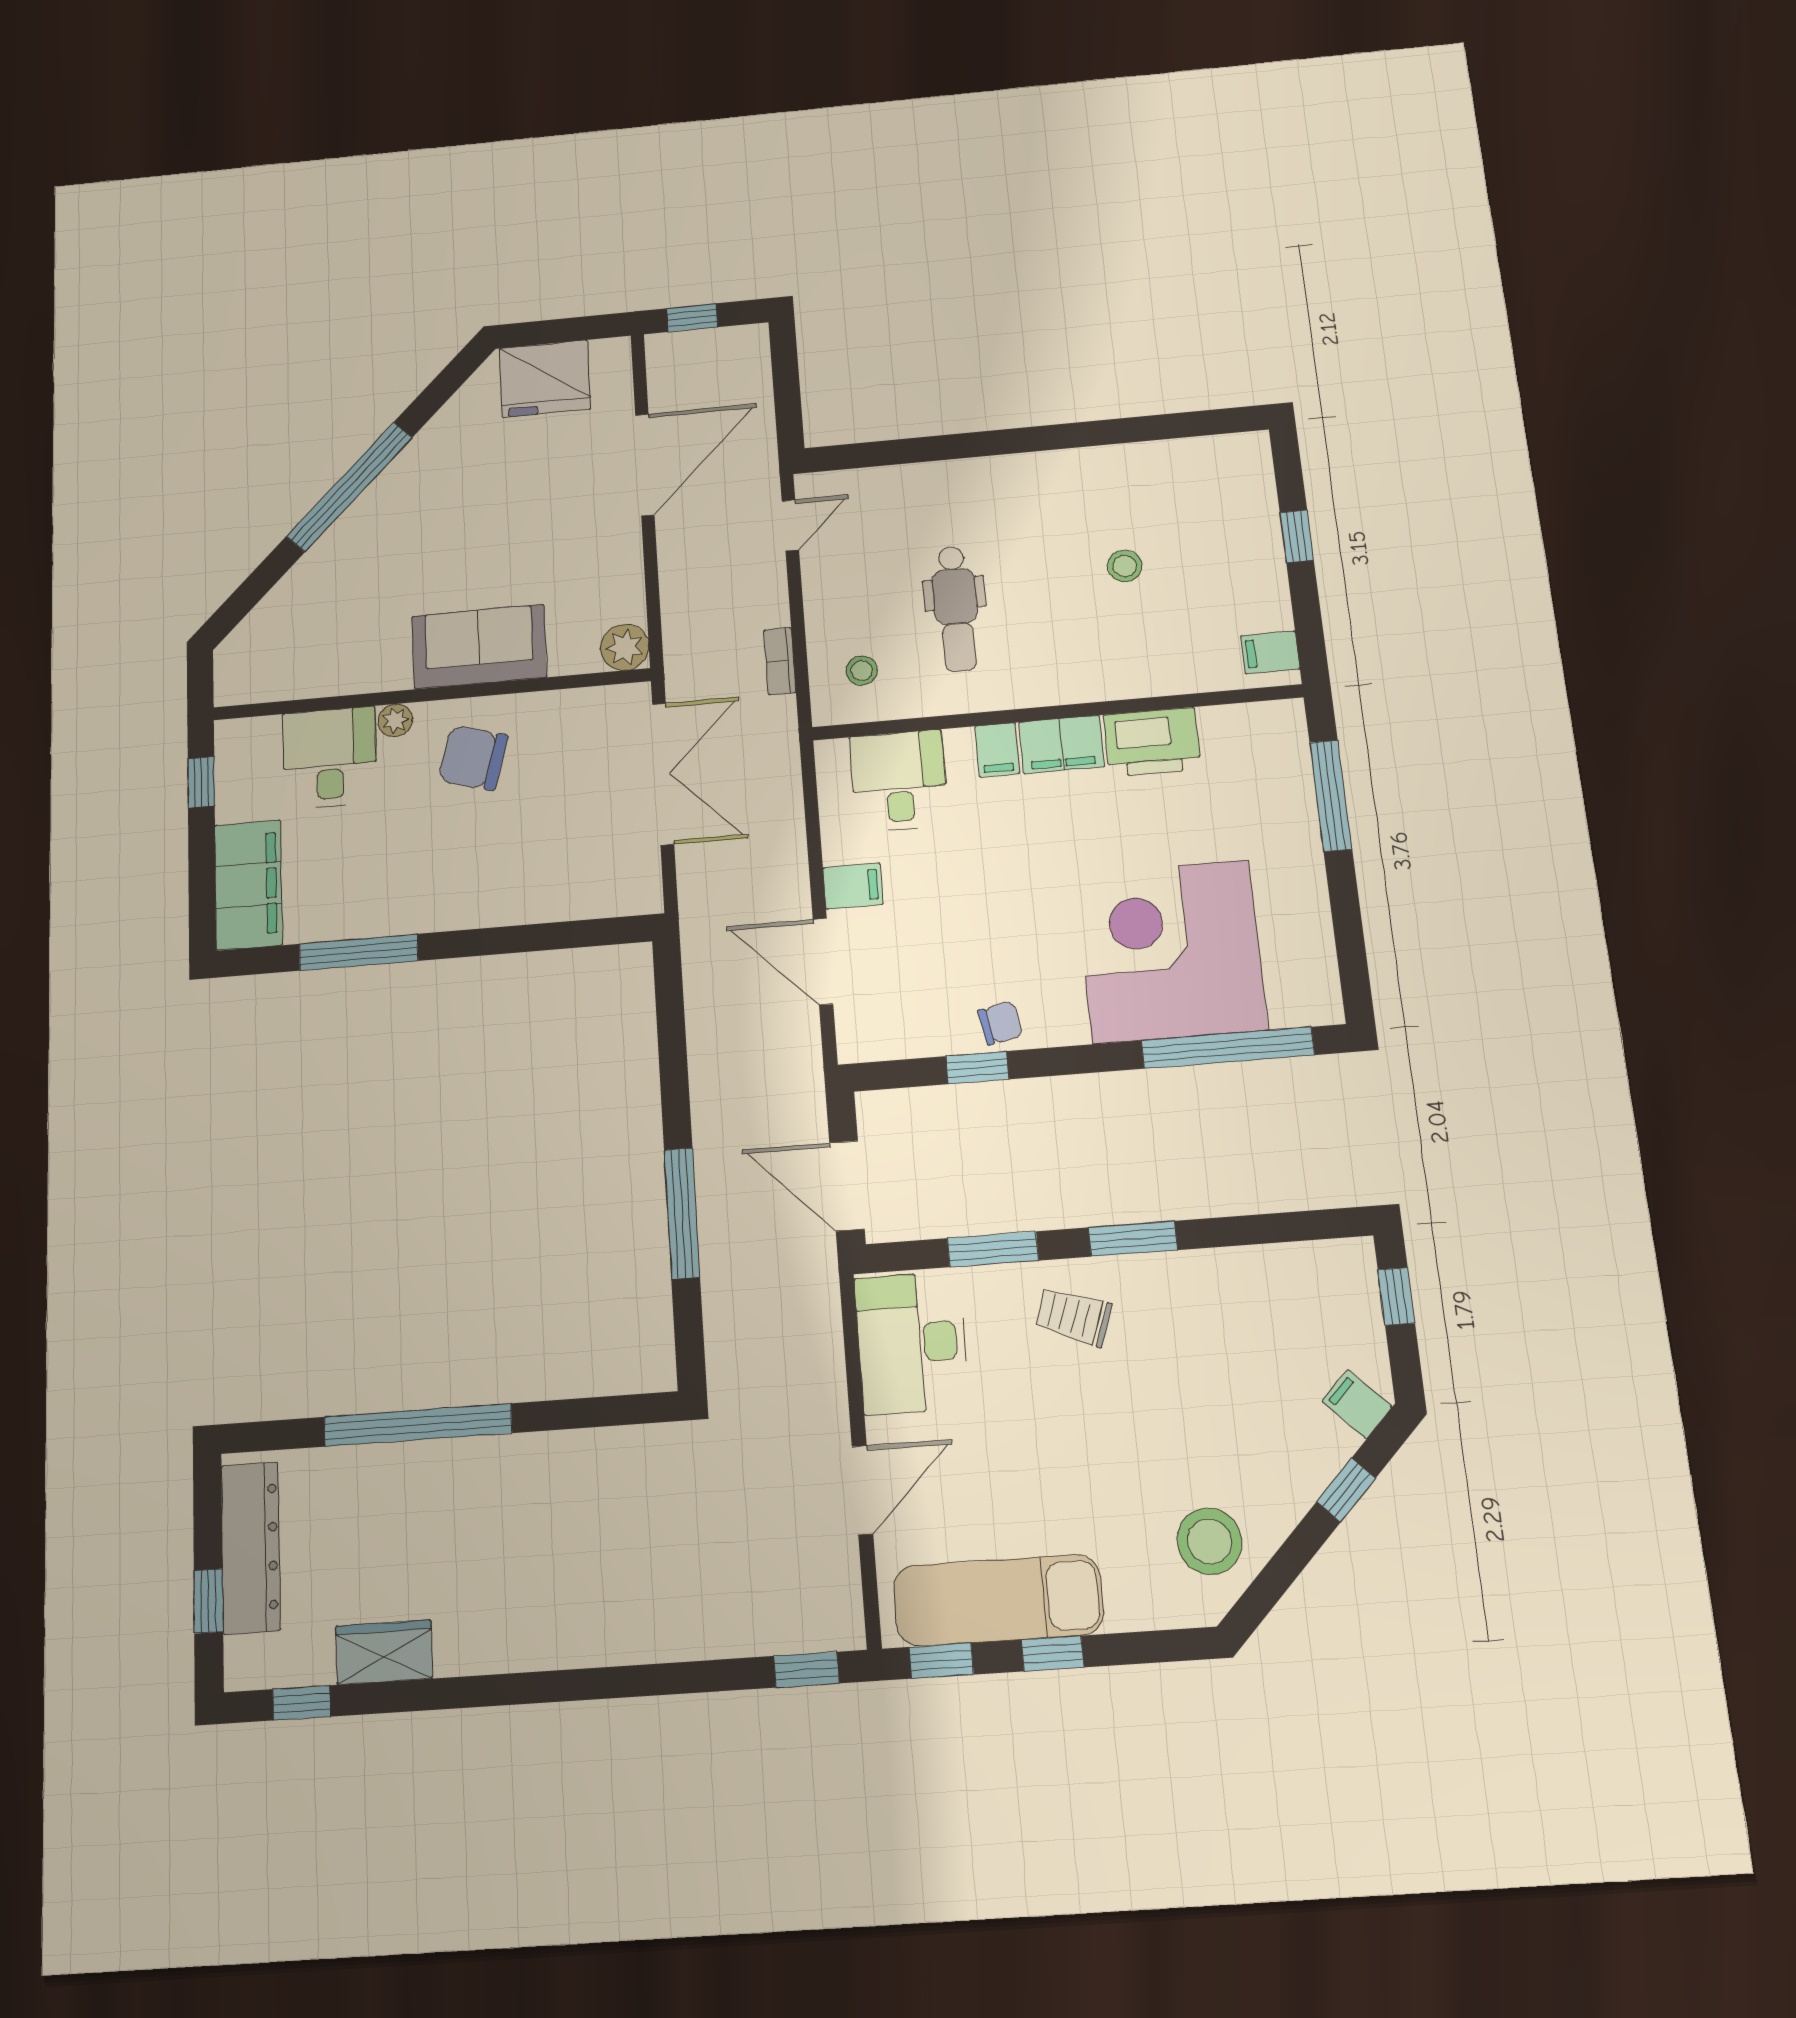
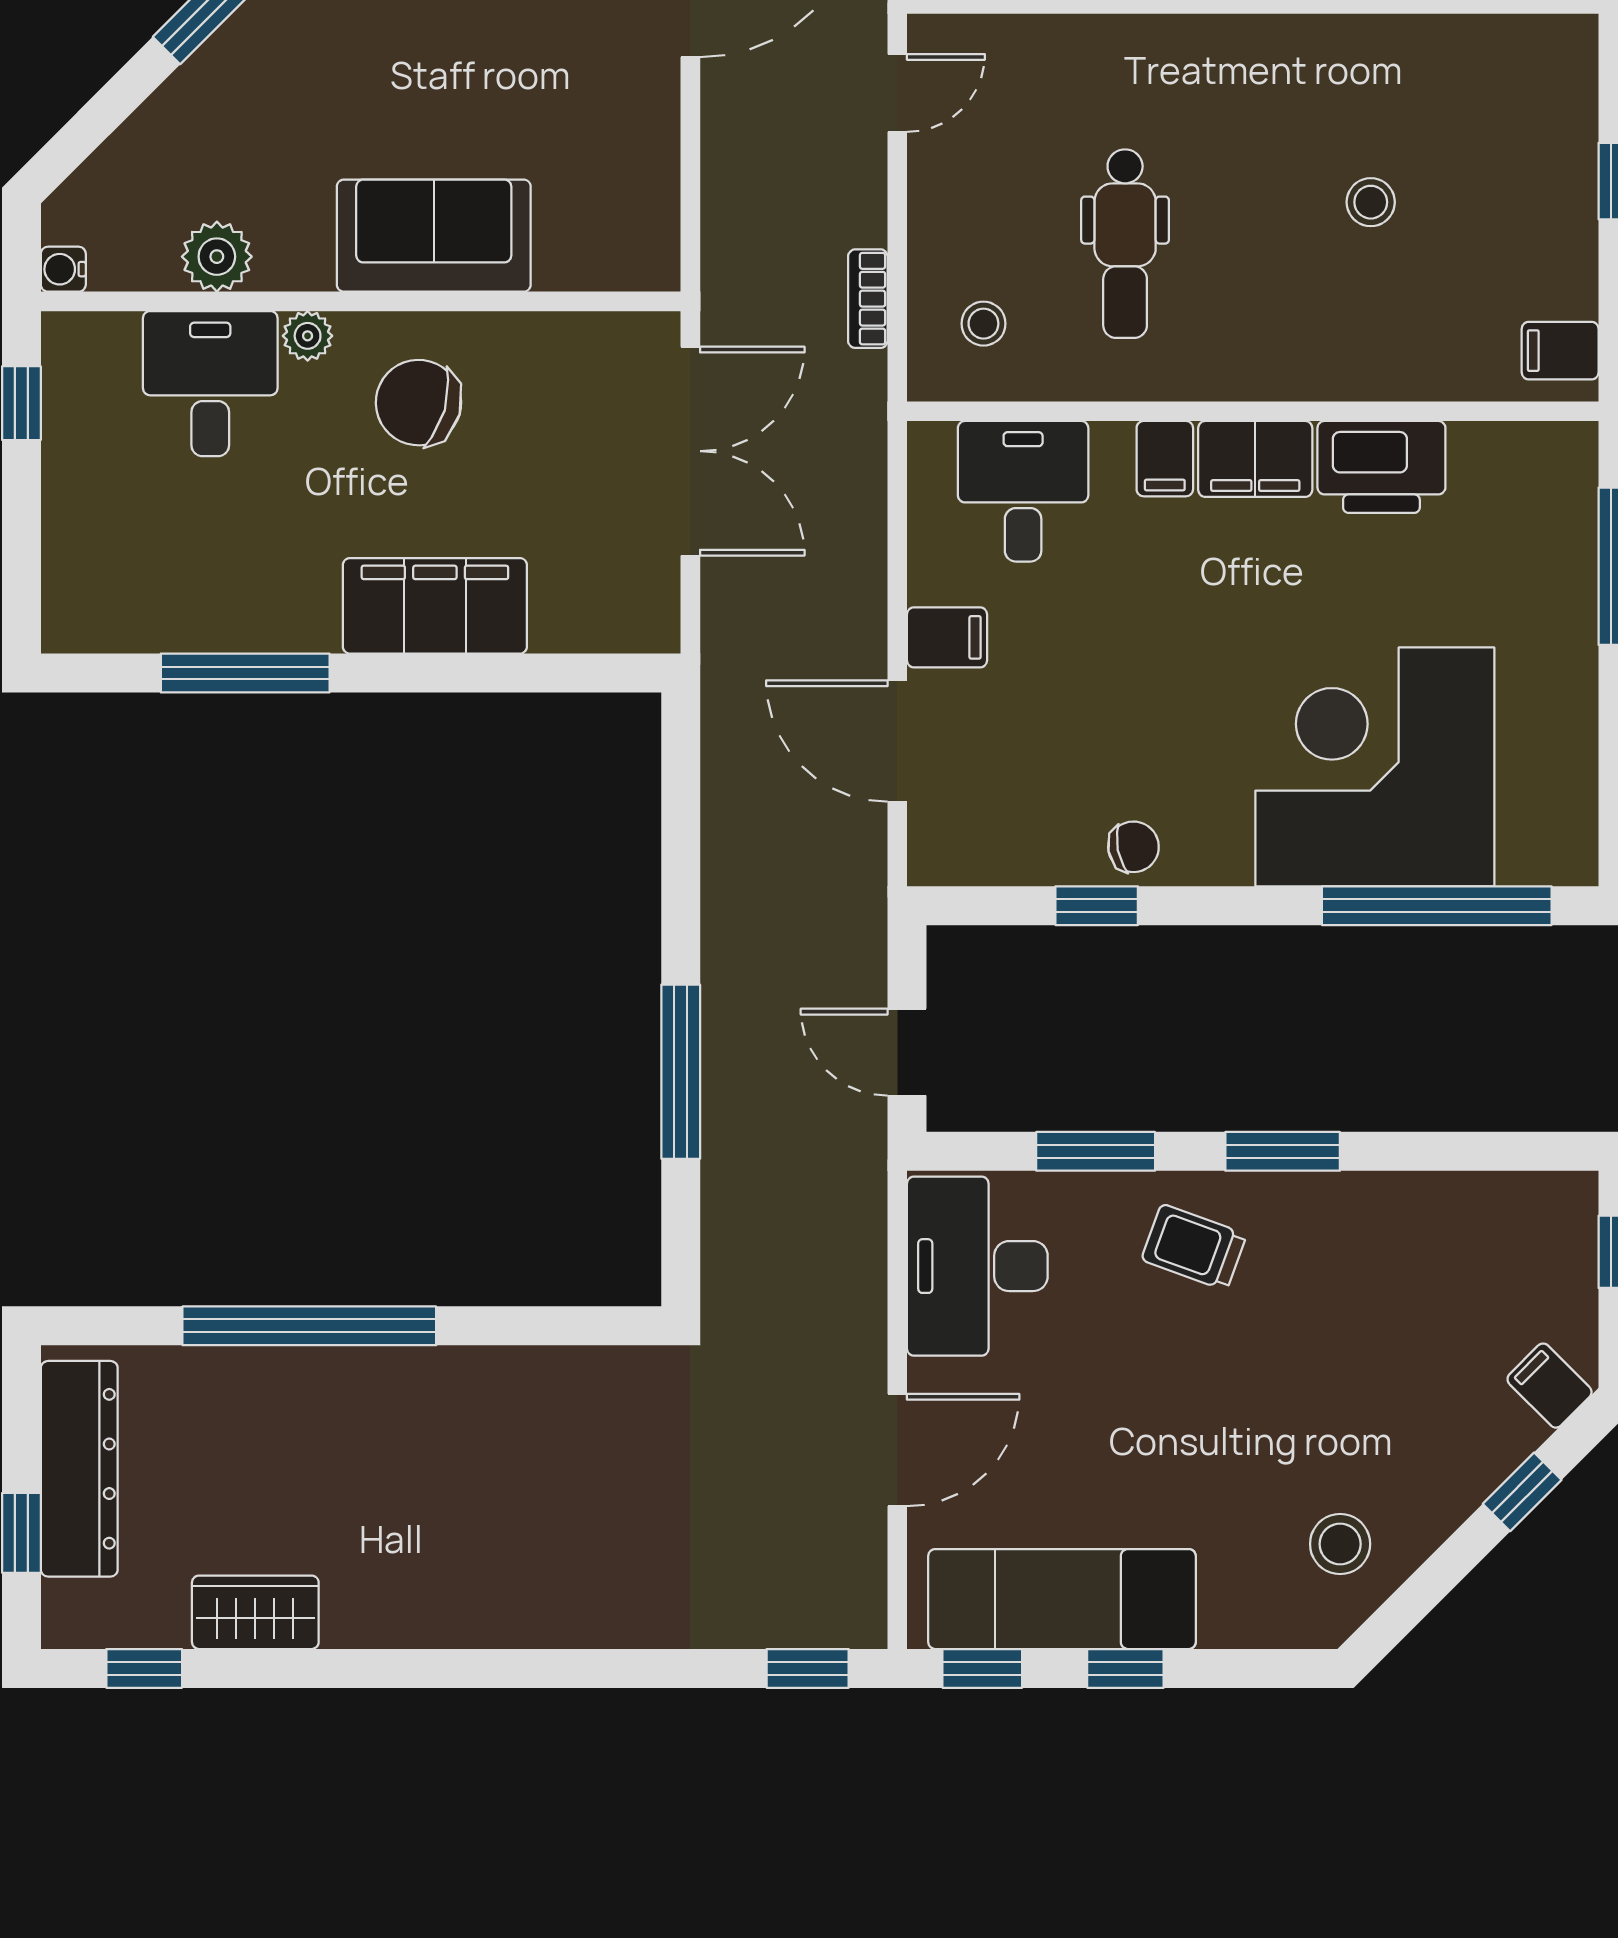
plant: (625, 647) -> (217, 257), moved
water cooler: (229, 691) -> (63, 269), added
filing cabinet: (248, 885) -> (435, 606), moved, turned -90
door: (847, 1186) -> (907, 1052), width x0.73
stool: (1209, 1541) -> (1340, 1544), width x0.73, depth x0.73

